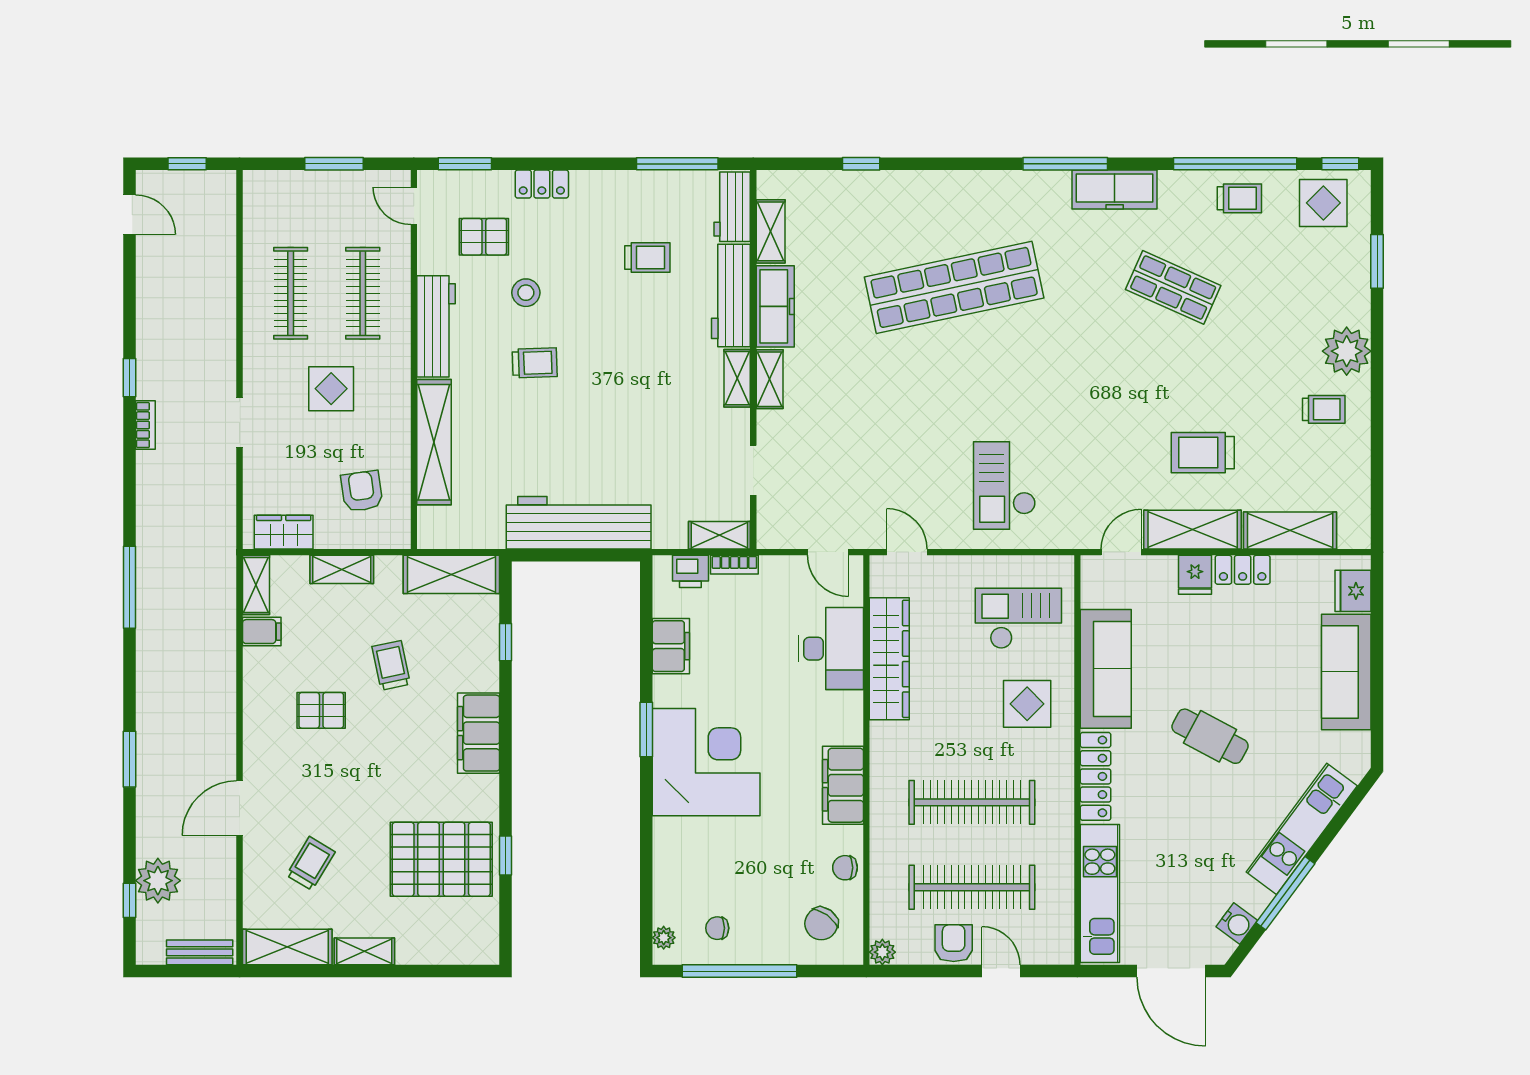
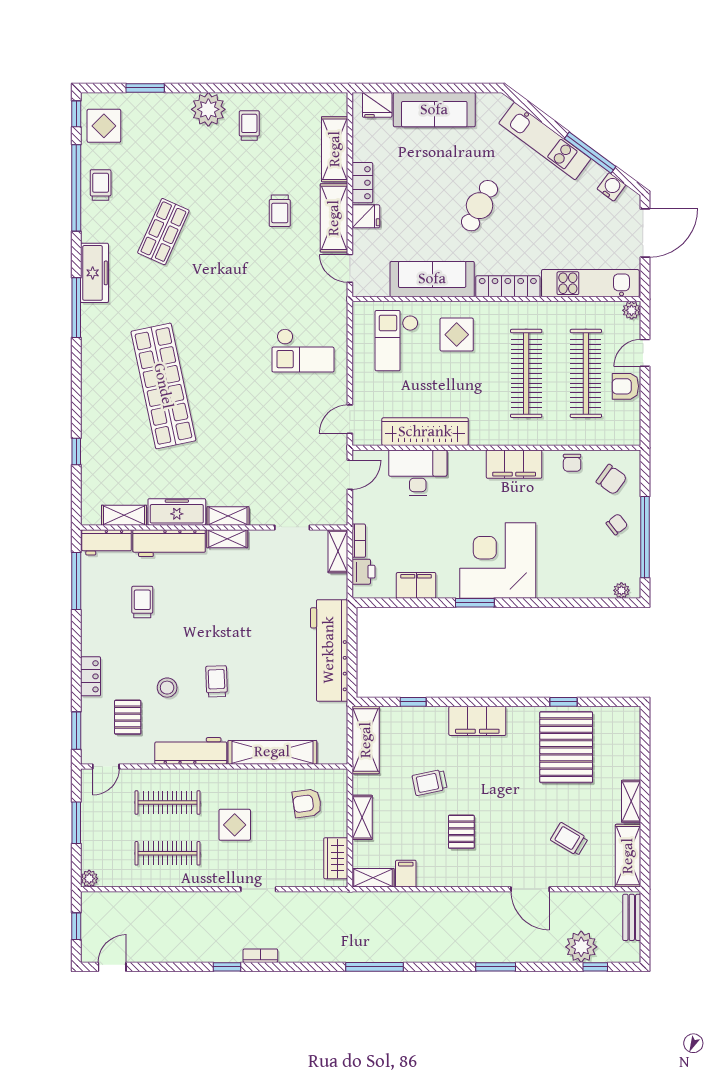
plant: (255, 182) -> (89, 879), added
trolley: (1203, 453) -> (280, 211), width x0.73, depth x0.72
chair: (717, 928) -> (617, 524), moved, turned -128
plant: (882, 952) -> (632, 310), moved

